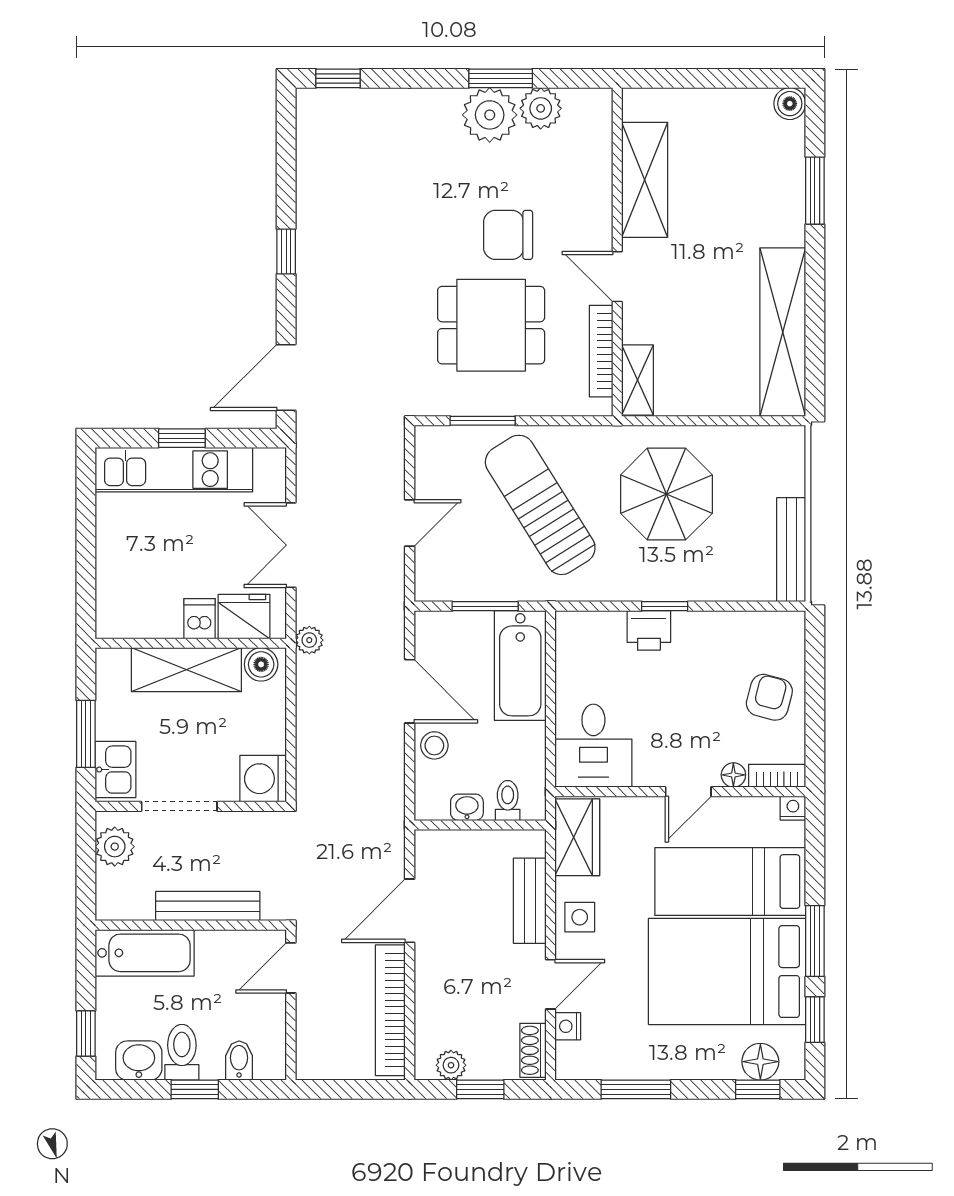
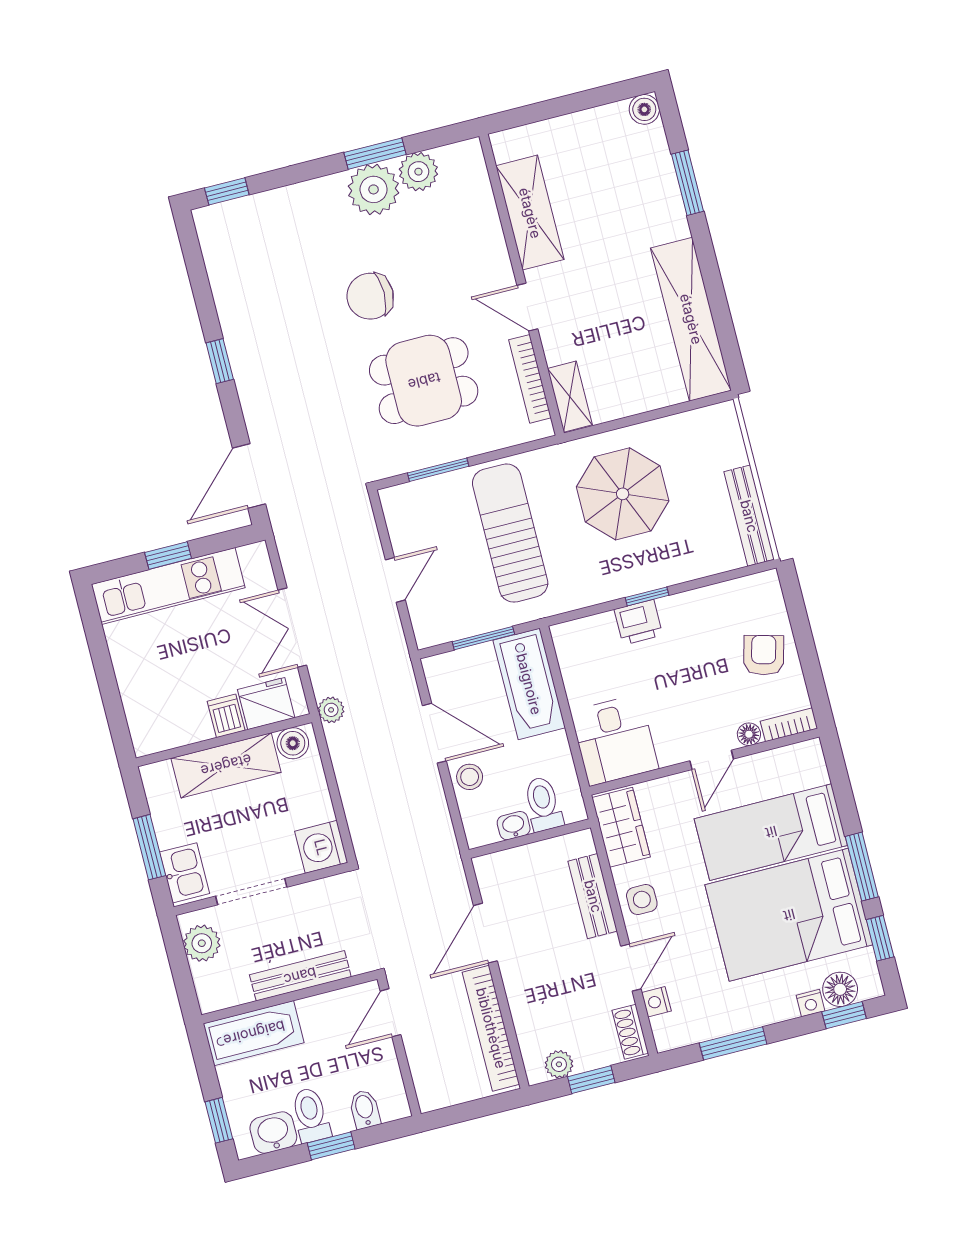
chair: (508, 235) -> (370, 296), moved
sun lounger: (540, 505) -> (510, 533), turned 32
toilet: (508, 801) -> (543, 804), width x1.37, depth x1.39
nightstand: (793, 808) -> (810, 1003), moved, turned 180

